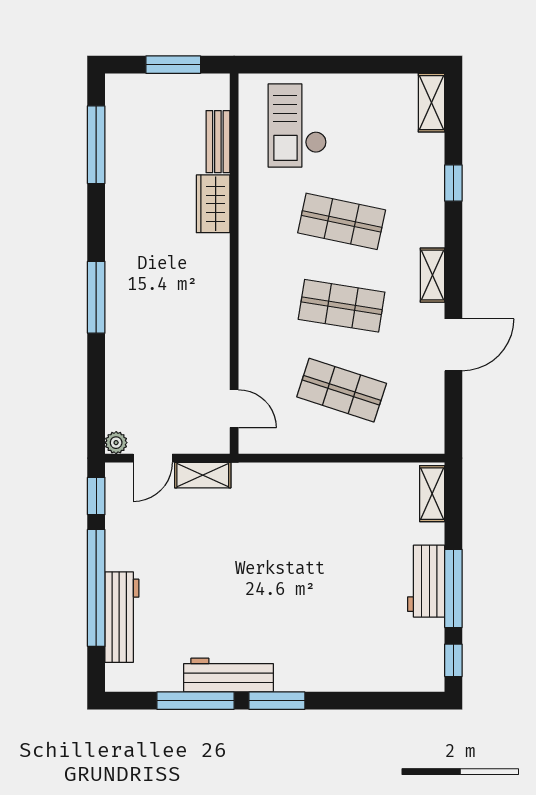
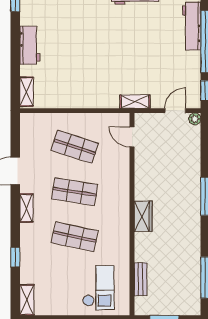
wardrobe: (213, 204) -> (143, 216), moved
shelving: (203, 475) -> (135, 102), moved
window: (453, 588) -> (15, 41), removed

